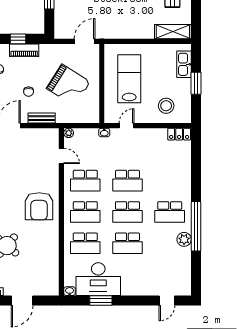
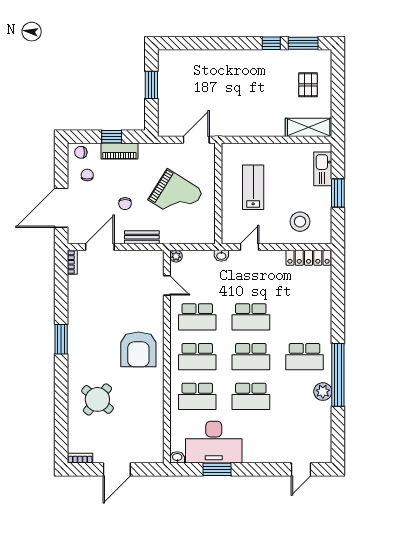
lab bench: (129, 79) -> (253, 187), width x0.73, depth x0.72
locker: (179, 134) -> (309, 258), width x1.53

